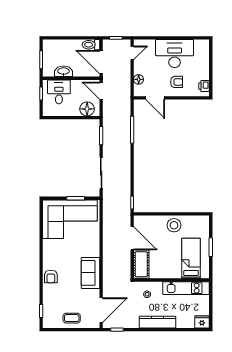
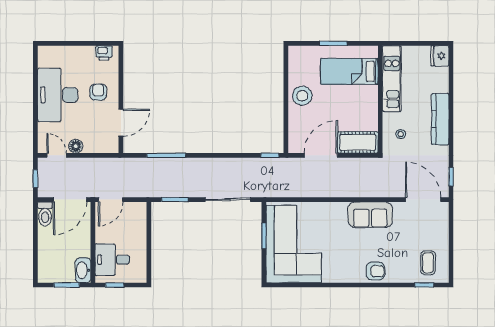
washbasin: (64, 71) -> (83, 270), moved
floor lamp: (139, 79) -> (76, 146), moved
floor lamp: (87, 109) -> (137, 220), removed
coffee table: (72, 318) -> (428, 263), moved

